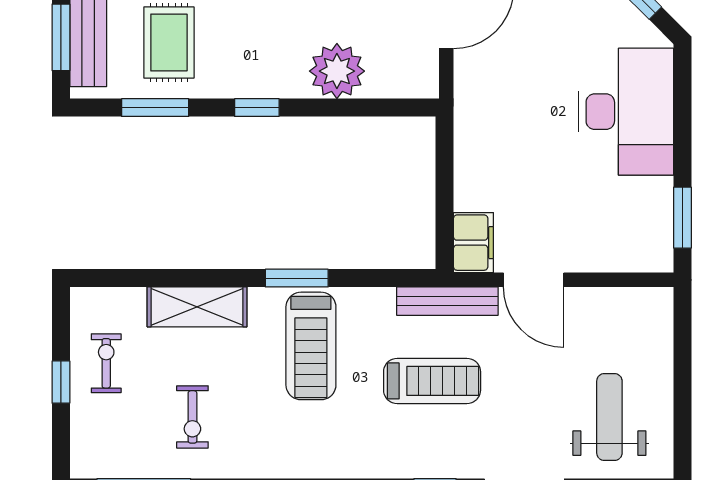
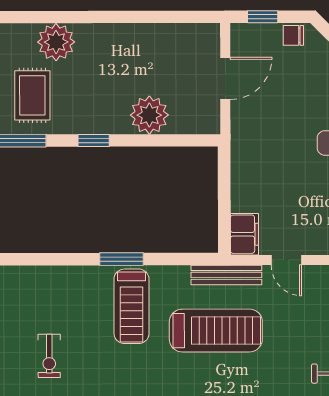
door: (534, 280) -> (286, 260), width x0.73
shelving: (197, 307) -> (52, 279), removed
treadmill: (432, 381) -> (216, 331), width x1.37, depth x1.38

